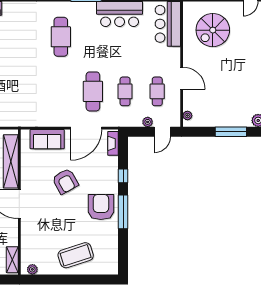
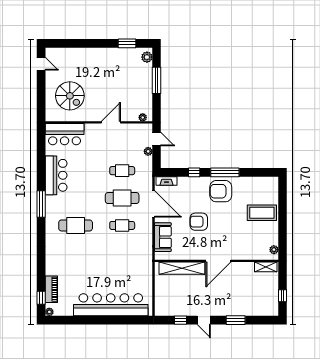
cafe table: (157, 91) -> (122, 225), moved
armchair: (65, 181) -> (199, 222), turned -151
coffee table: (76, 255) -> (262, 213), turned -72

